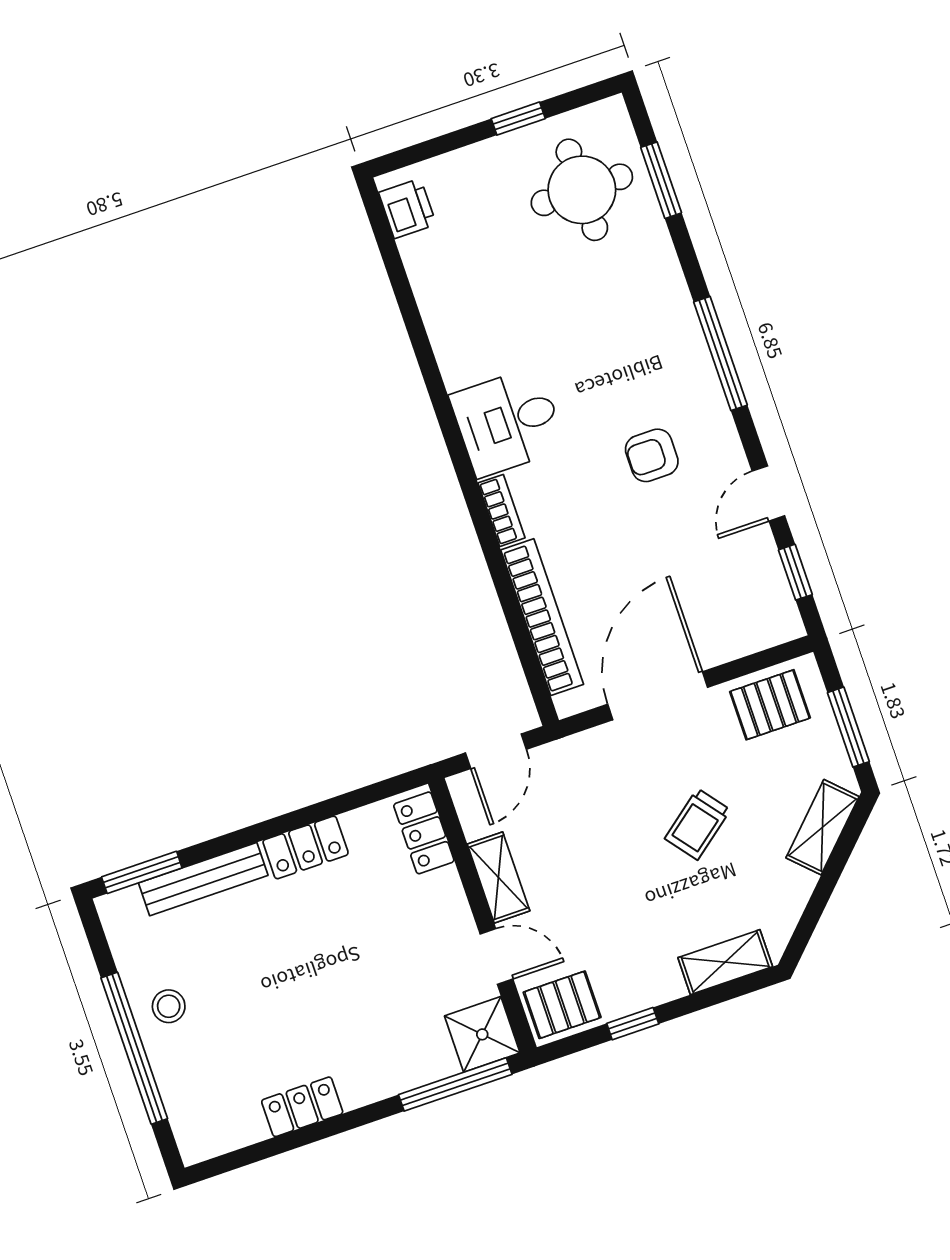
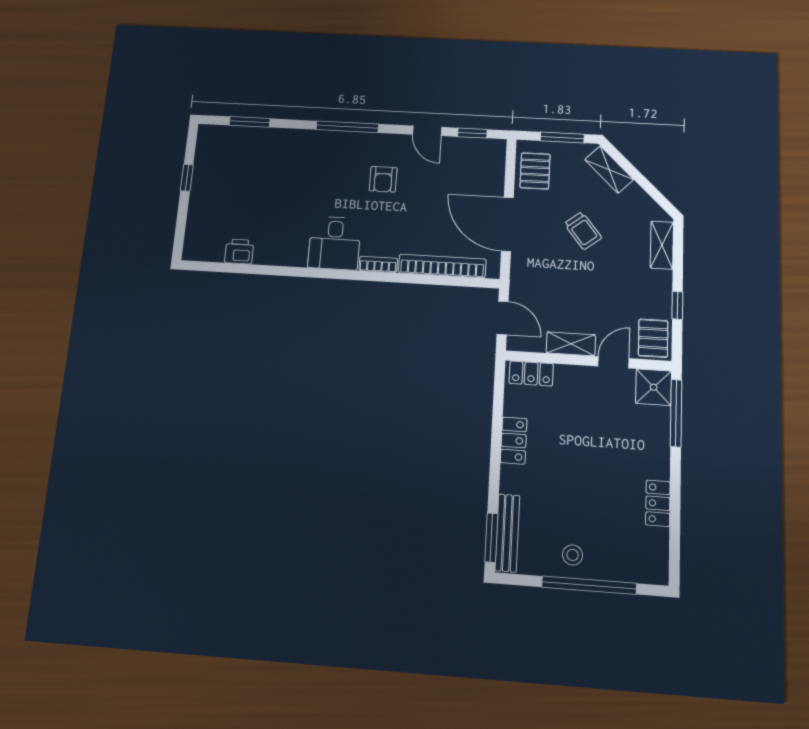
round table: (582, 190) -> (236, 161), removed
printer: (407, 208) -> (239, 252), moved
bench: (203, 879) -> (507, 533), moved

